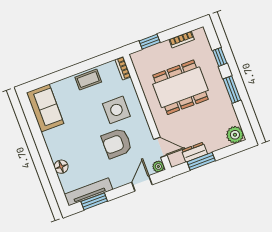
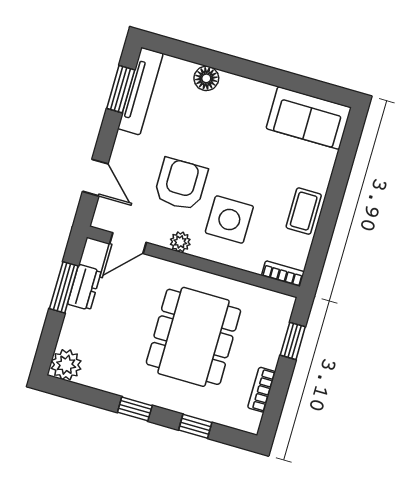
window: (232, 90) -> (135, 409), width x0.67
plant: (158, 166) -> (180, 242), moved

